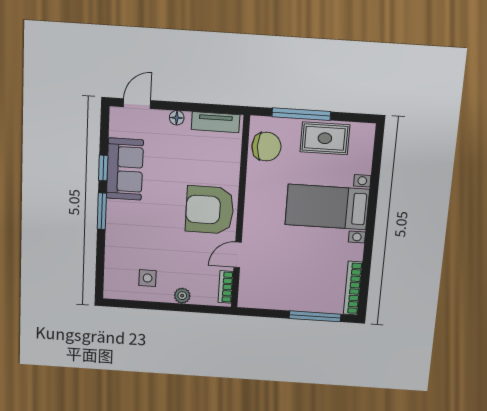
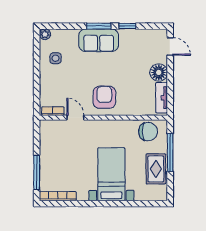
floor lamp: (177, 118) -> (159, 73), width x1.89, depth x1.89
chair: (266, 147) -> (148, 132), turned -90
sofa: (125, 169) -> (99, 40), moved
armchair: (210, 210) -> (104, 97), width x0.73, depth x0.73
plant: (182, 296) -> (45, 34), moved

